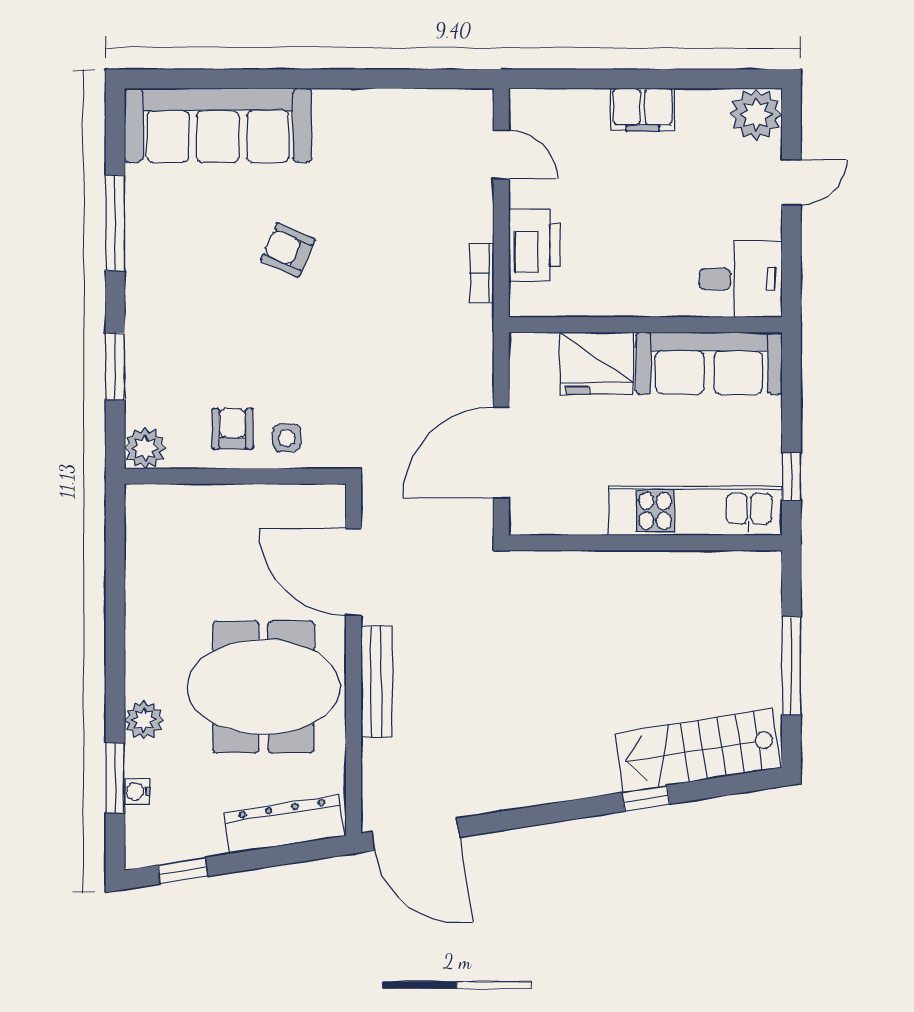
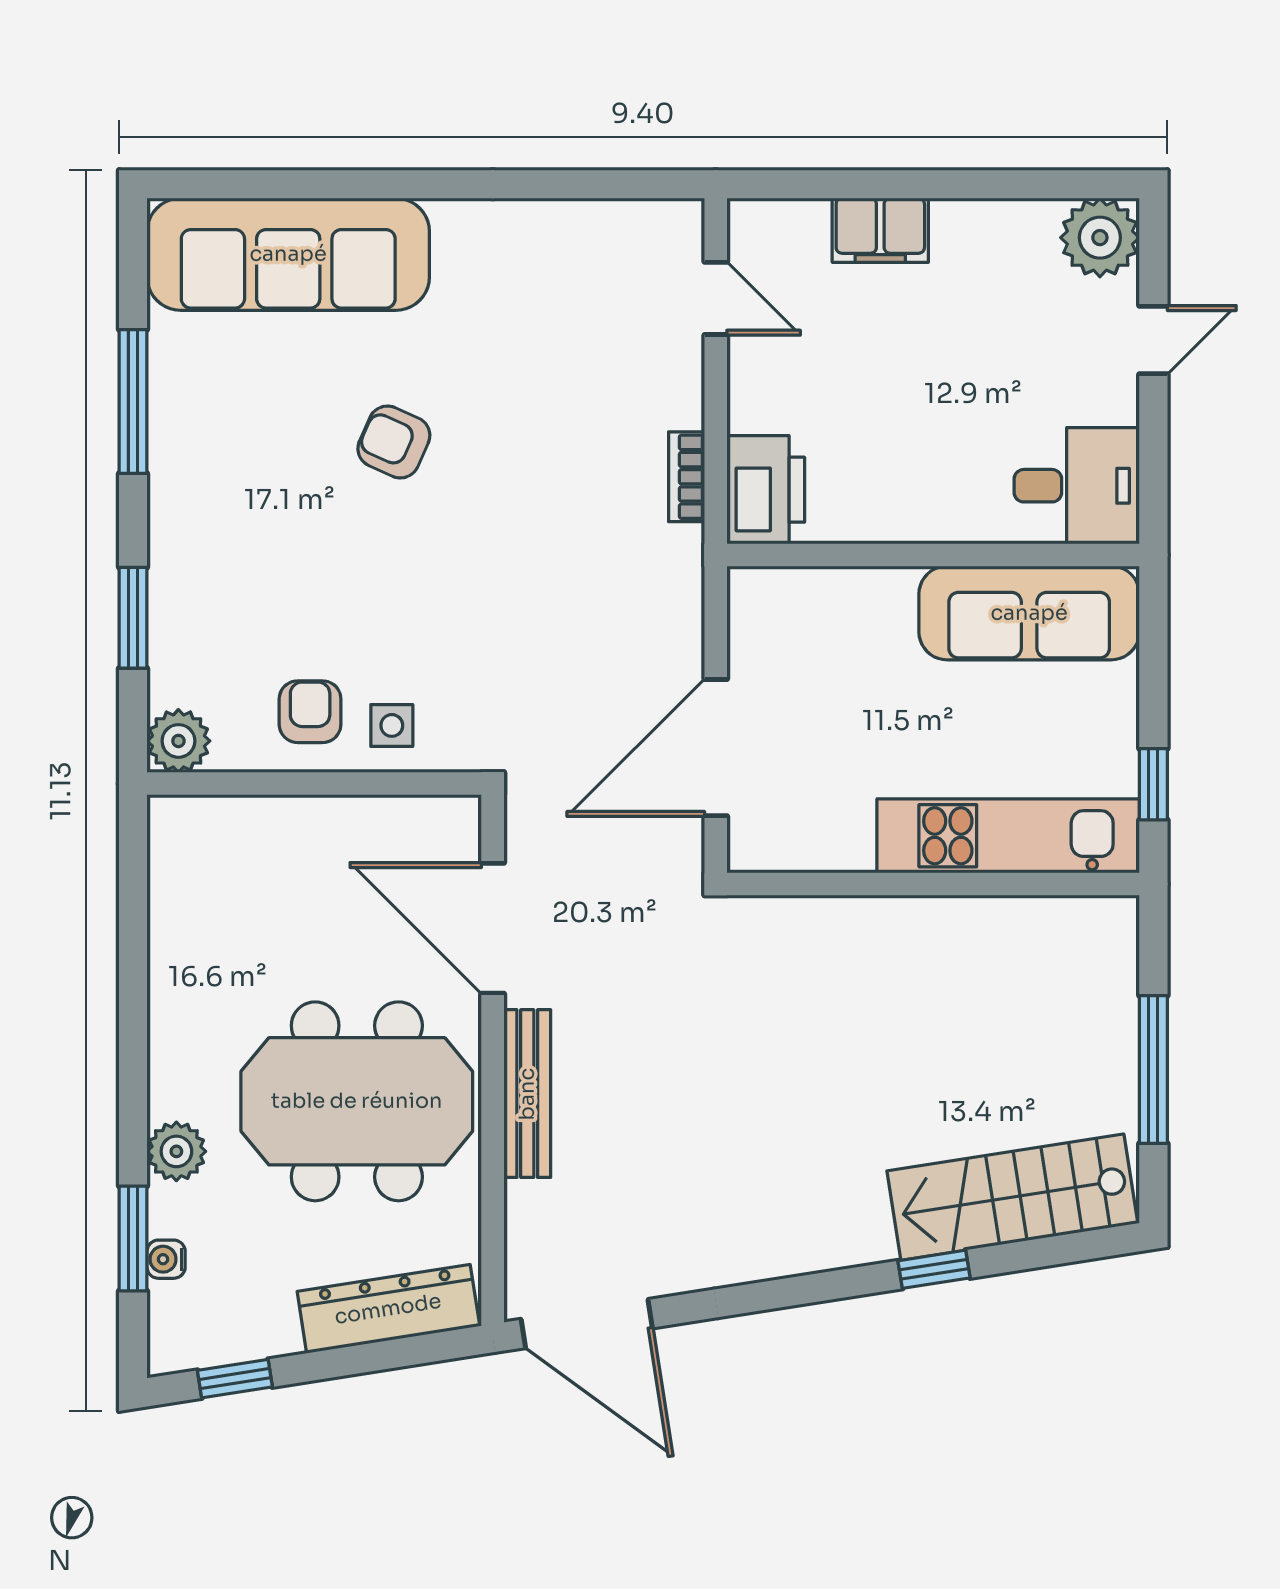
filing cabinet: (643, 109) -> (880, 230), moved
printer: (534, 245) -> (766, 490), moved
fridge: (597, 363) -> (859, 613), removed

